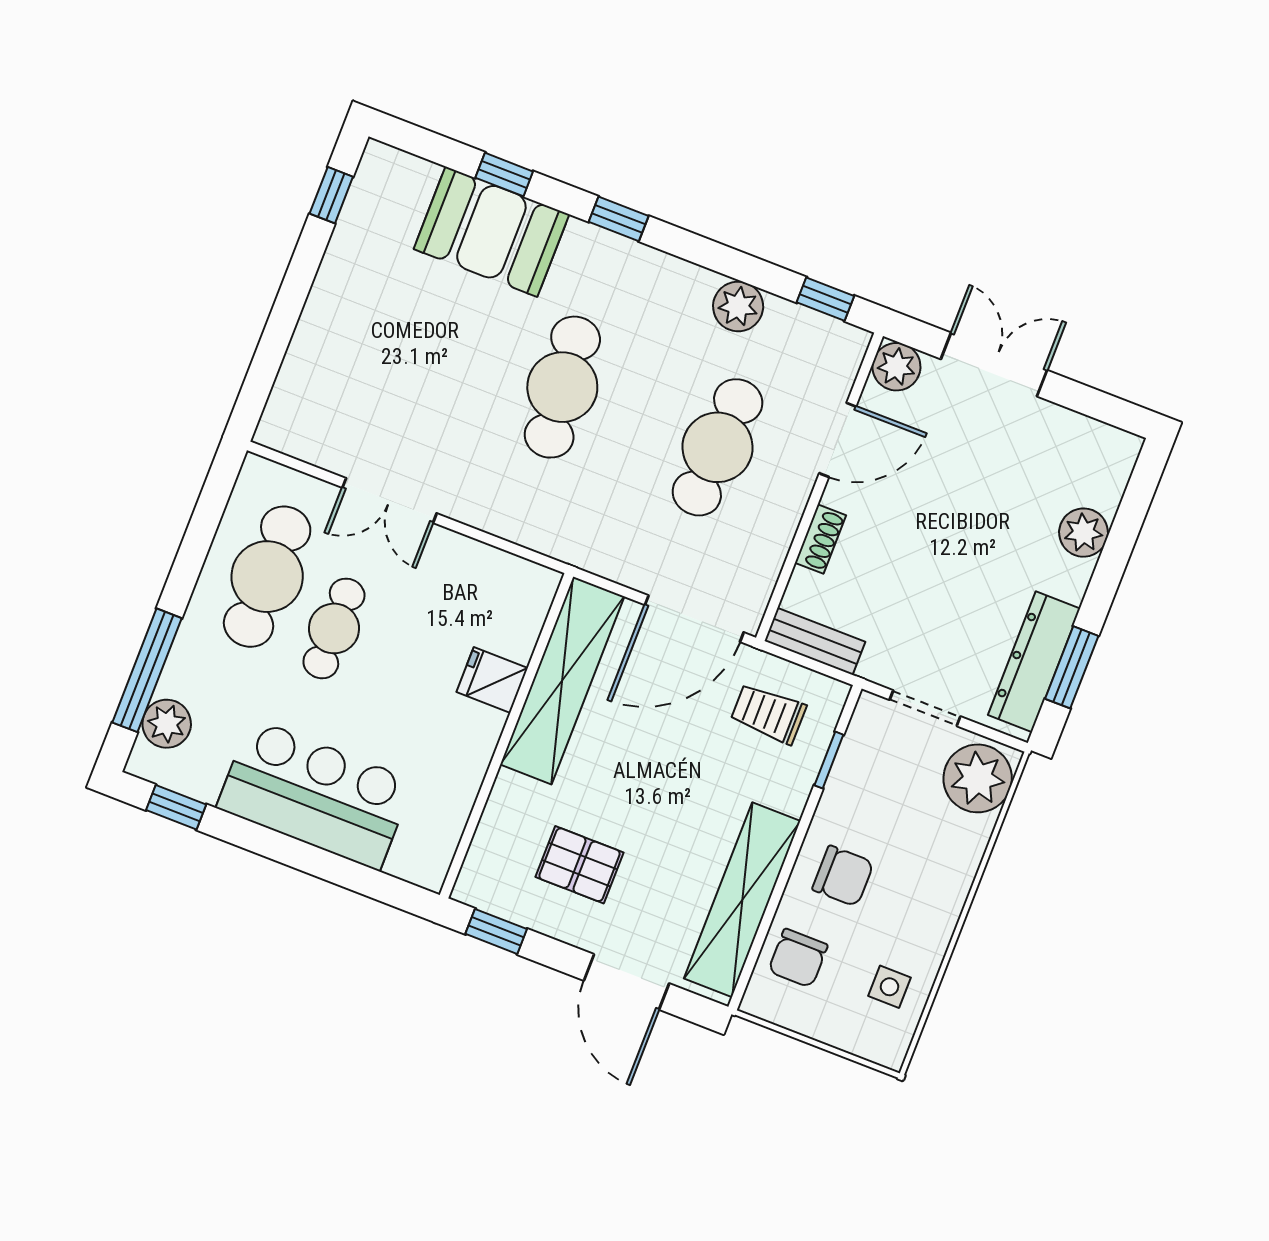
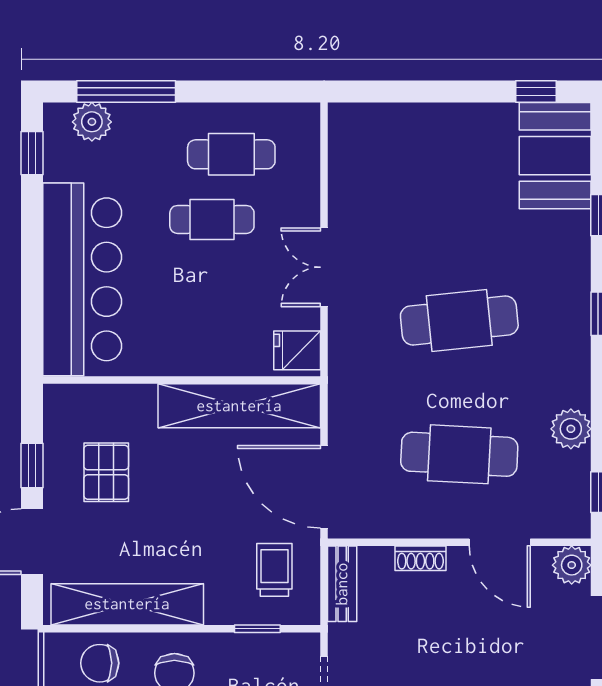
booth: (491, 232) -> (555, 156), moved
double door: (390, 500) -> (324, 267), moved
cafe table: (267, 577) -> (231, 154), width x0.73, depth x0.74
fridge: (492, 680) -> (297, 350), moved, turned -90
bar counter: (315, 794) -> (82, 279), width x1.36
window: (496, 931) -> (32, 466), moved

